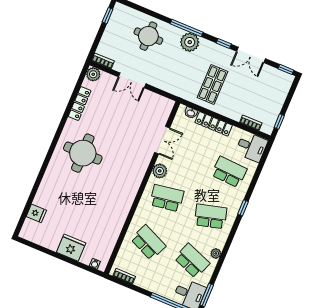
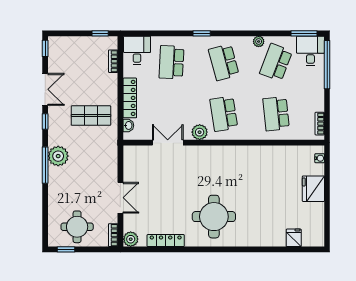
round table: (148, 36) -> (77, 227), moved
school desk: (148, 242) -> (276, 114), turned -30

